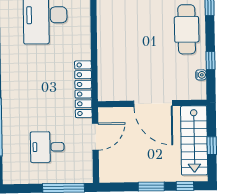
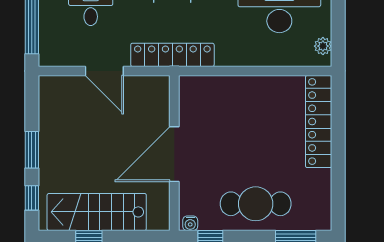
wall: (152, 103) -> (174, 153), moved
door: (153, 103) -> (174, 154), moved

